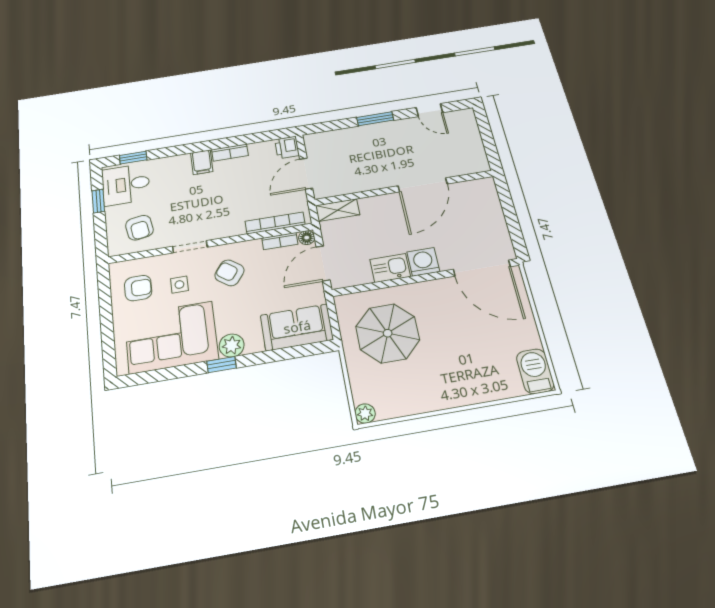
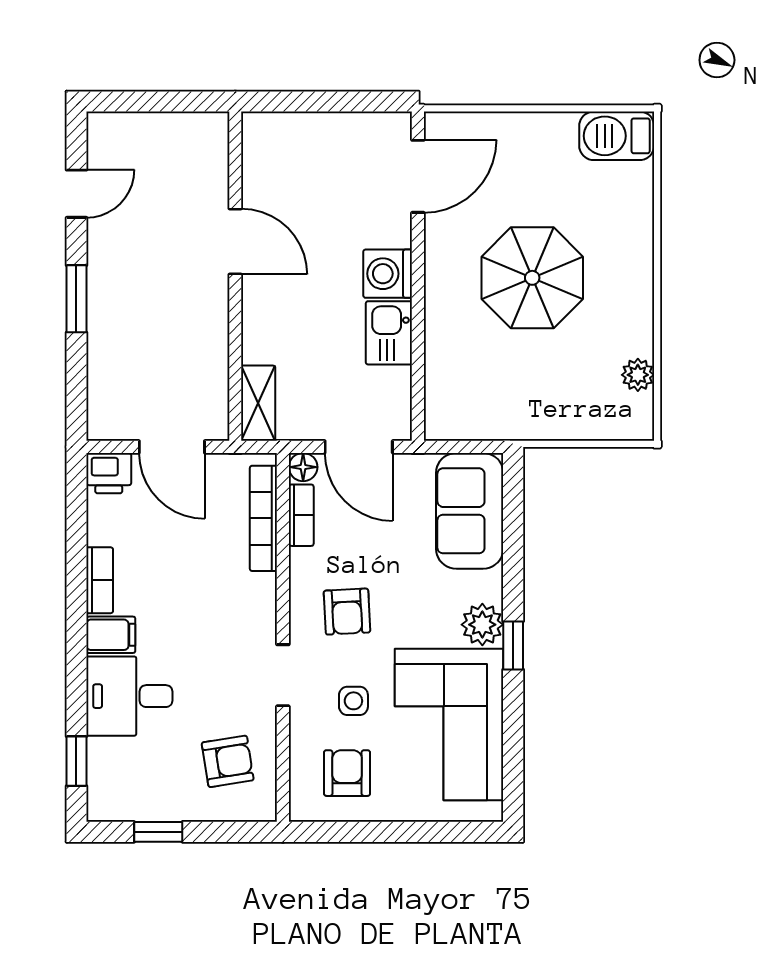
desk: (126, 185) -> (129, 696), moved, turned 90
door: (423, 185) -> (235, 242), width x0.73
door: (482, 268) -> (418, 176), width x0.73
armchair: (229, 273) -> (347, 612), turned -40
parasol: (388, 333) -> (532, 278), moved
plant: (365, 413) -> (638, 375), moved

